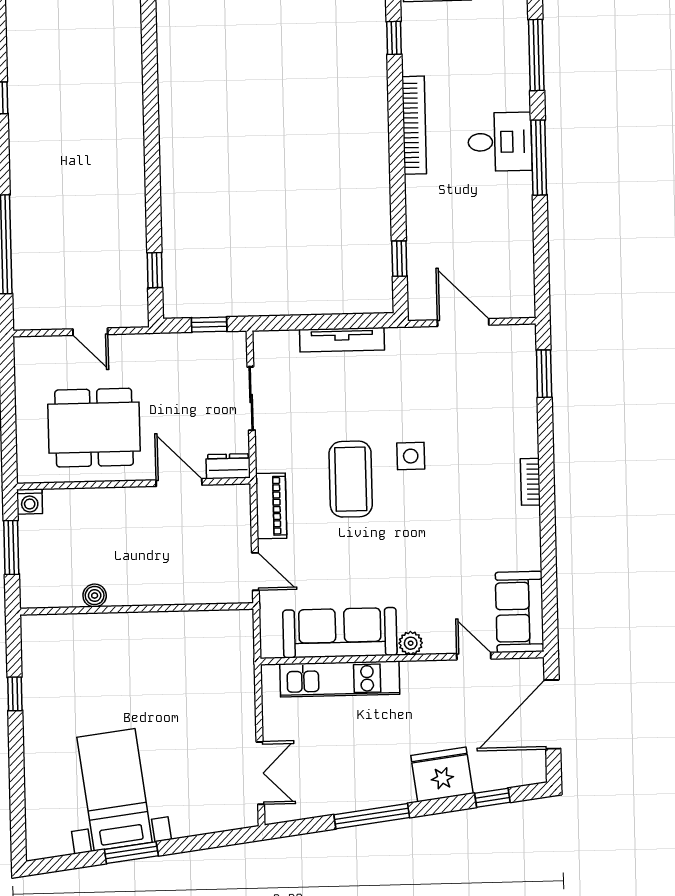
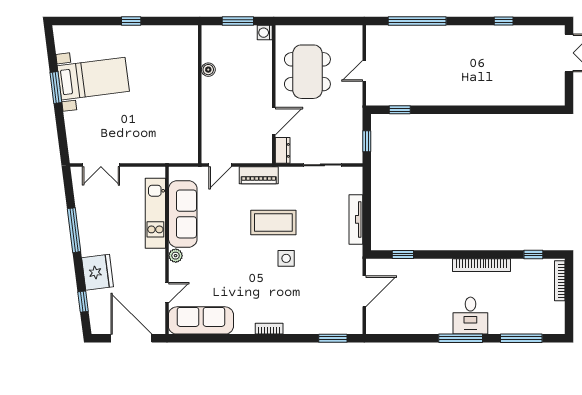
sofa: (520, 612) -> (201, 320), width x1.36
window: (15, 694) -> (131, 21), moved

